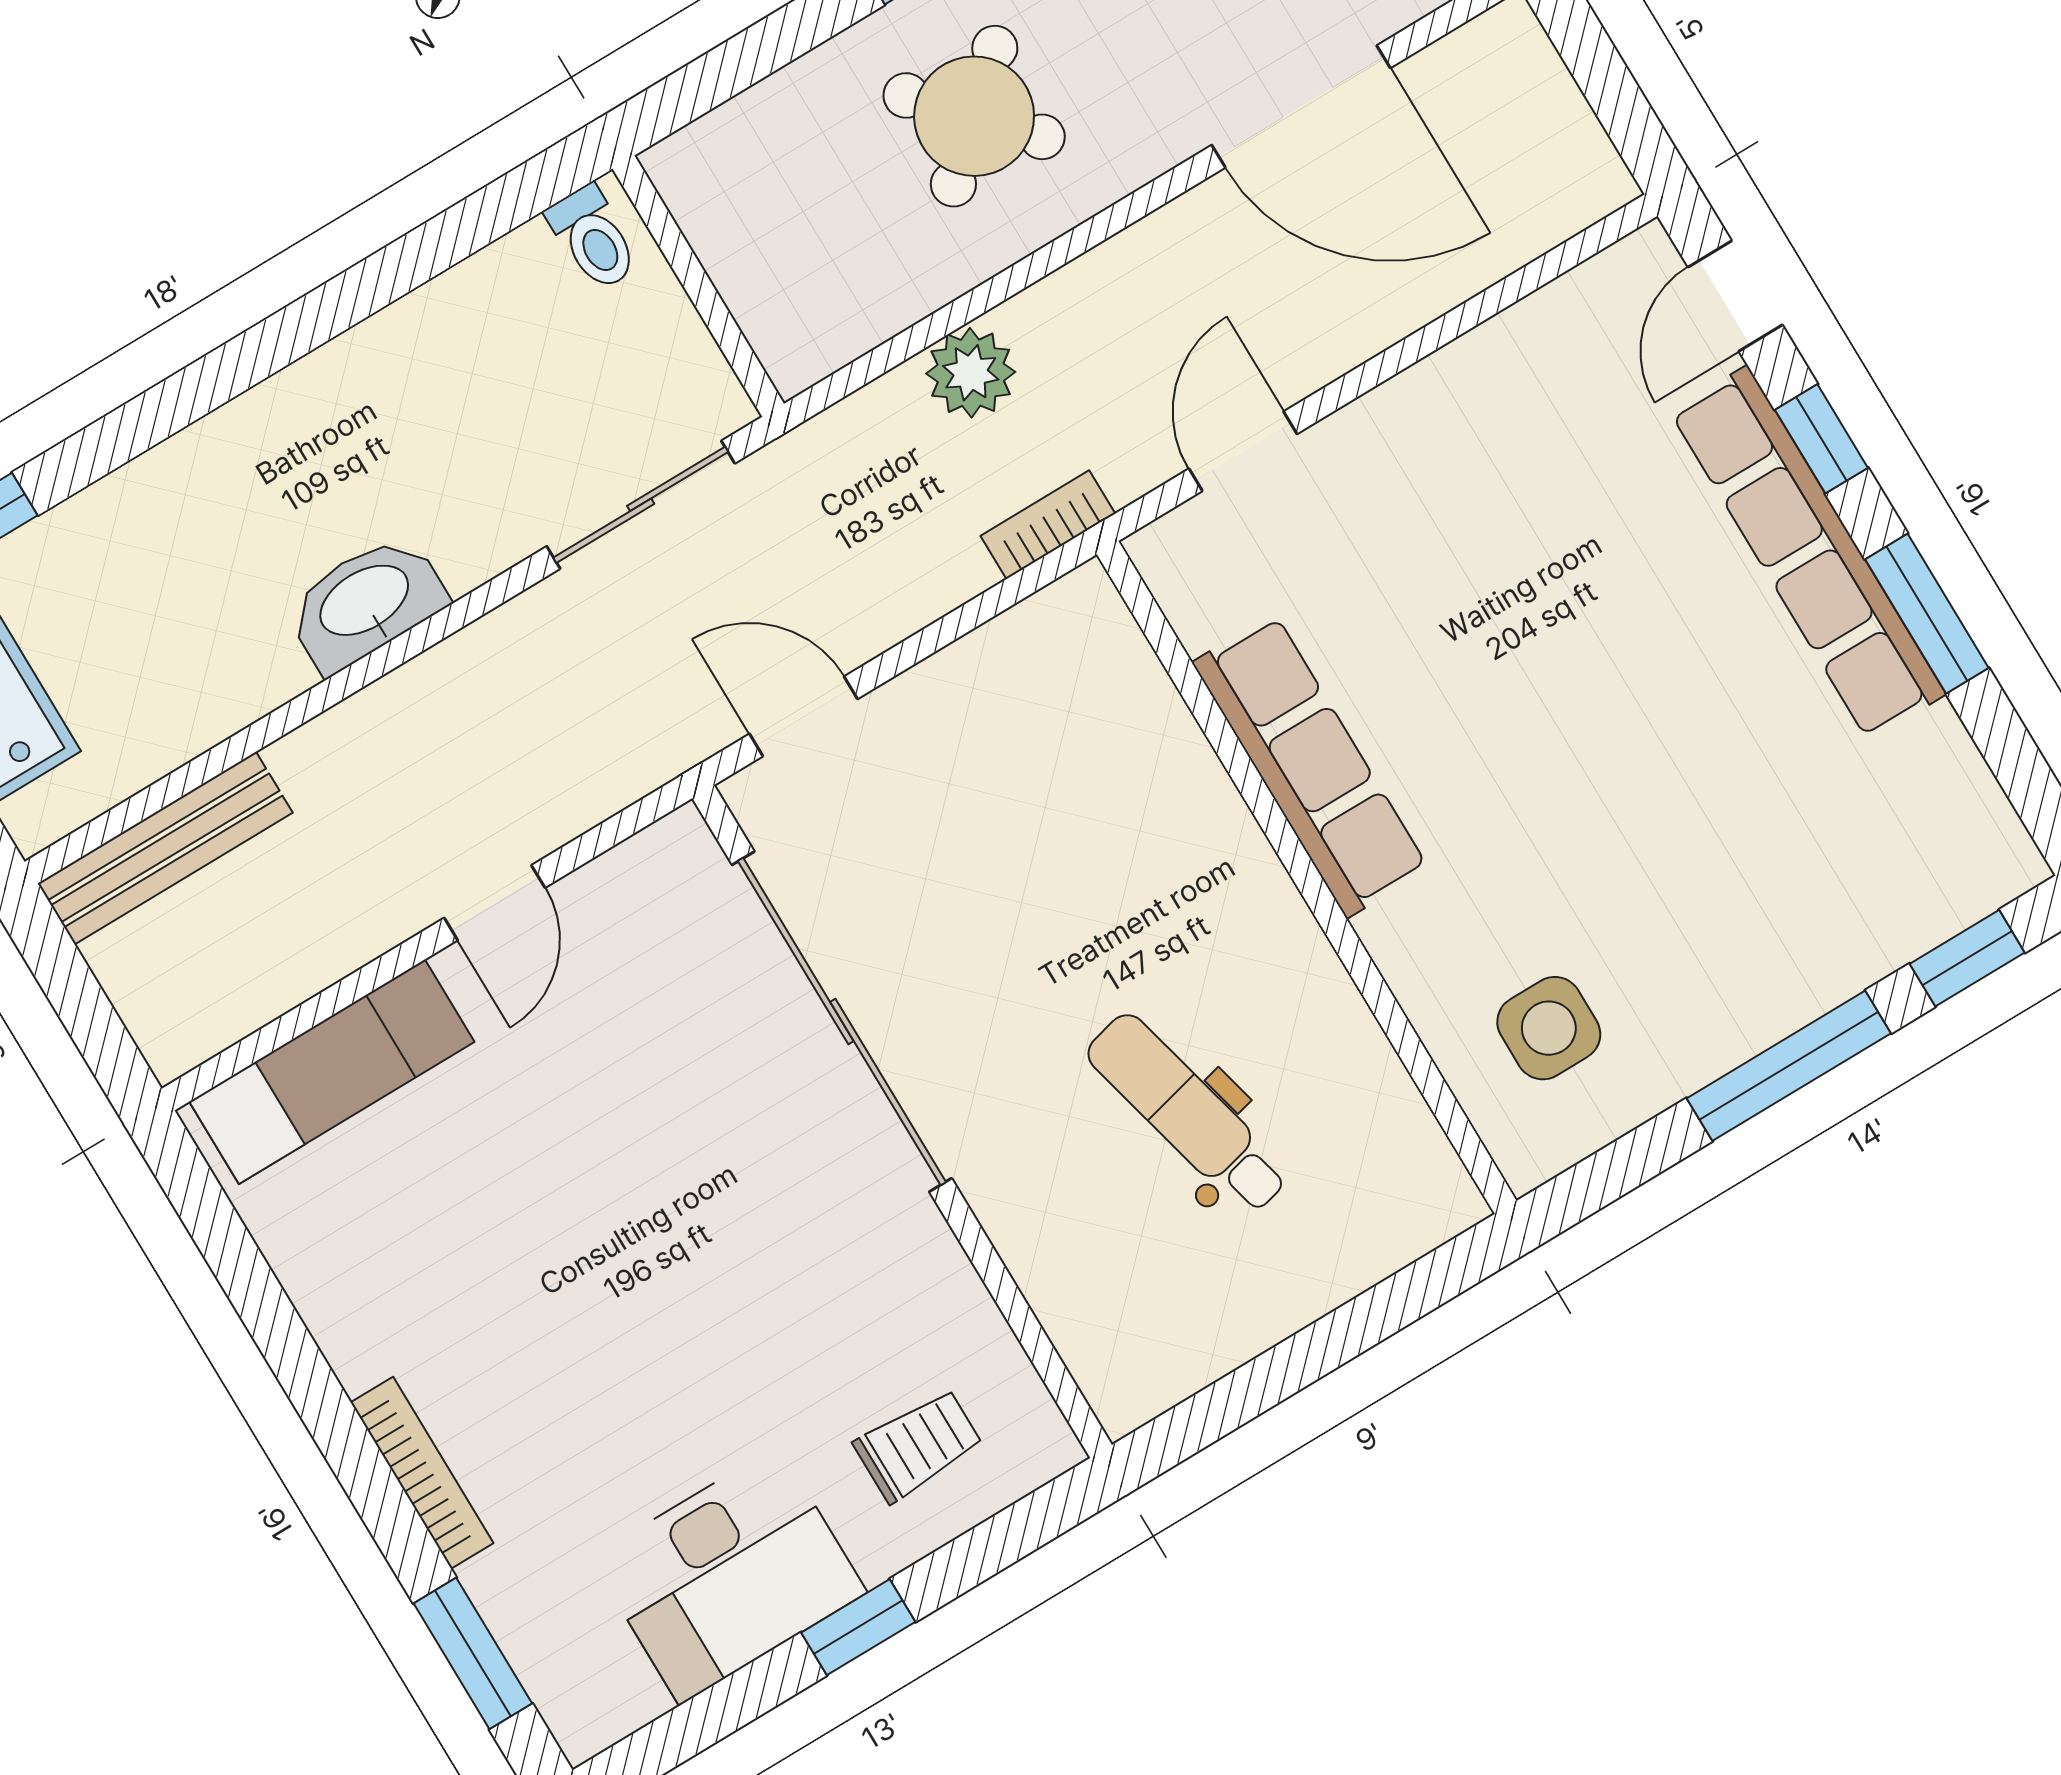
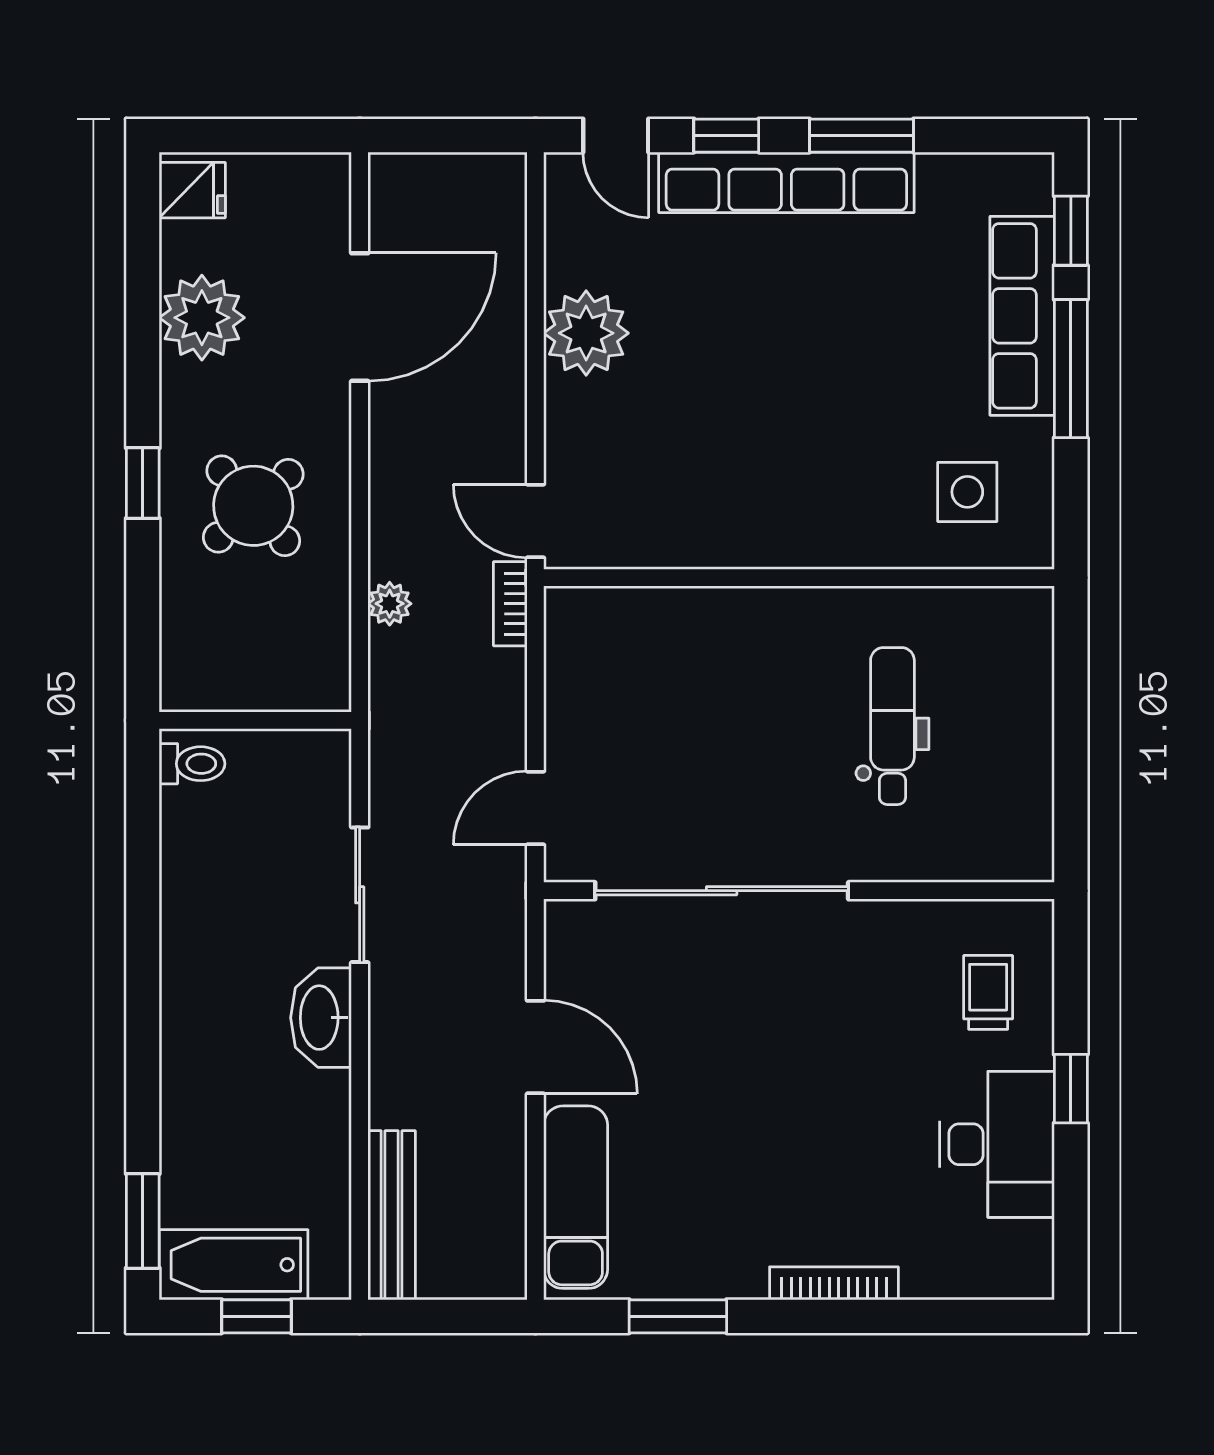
plant: (971, 373) -> (390, 604), width x0.73, depth x0.73
plant: (1457, 412) -> (586, 333), added
door: (1243, 451) -> (535, 521), moved
sliding door: (641, 505) -> (360, 895), moved
row of seats: (1310, 766) -> (1022, 316), moved, turned -90
door: (495, 903) -> (535, 1047), width x1.38
dental chair: (1188, 1114) -> (892, 726), turned 104
window: (473, 1653) -> (678, 1316), moved

